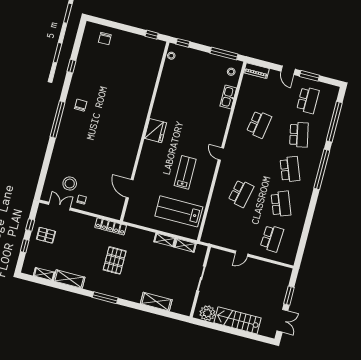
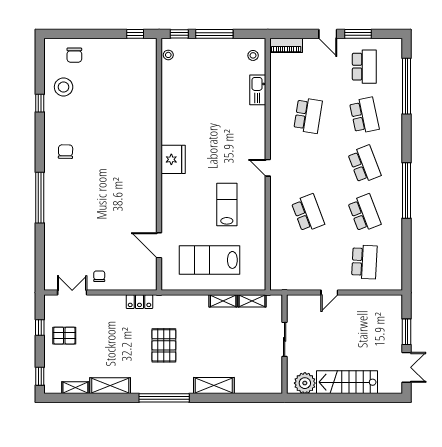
window: (224, 54) -> (214, 34), moved
window: (58, 119) -> (40, 198), moved
window: (322, 169) -> (407, 190), moved
stool: (70, 184) -> (64, 87), moved
school desk: (241, 193) -> (308, 213), turned -33
lab bench: (179, 211) -> (209, 260), moved
locker: (111, 226) -> (139, 302), width x0.66
window: (25, 246) -> (40, 376), moved
window: (105, 298) -> (164, 398), width x1.46
shelving: (156, 302) -> (214, 386), moved

